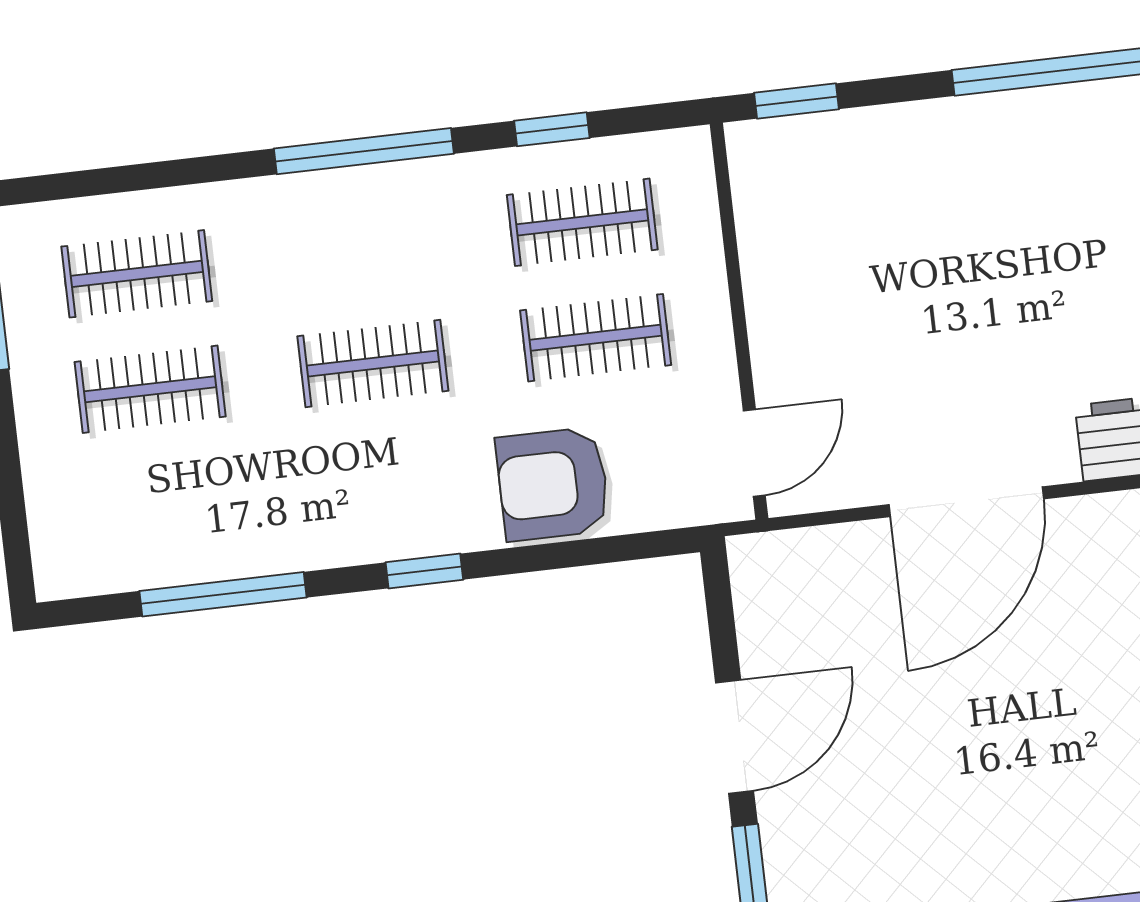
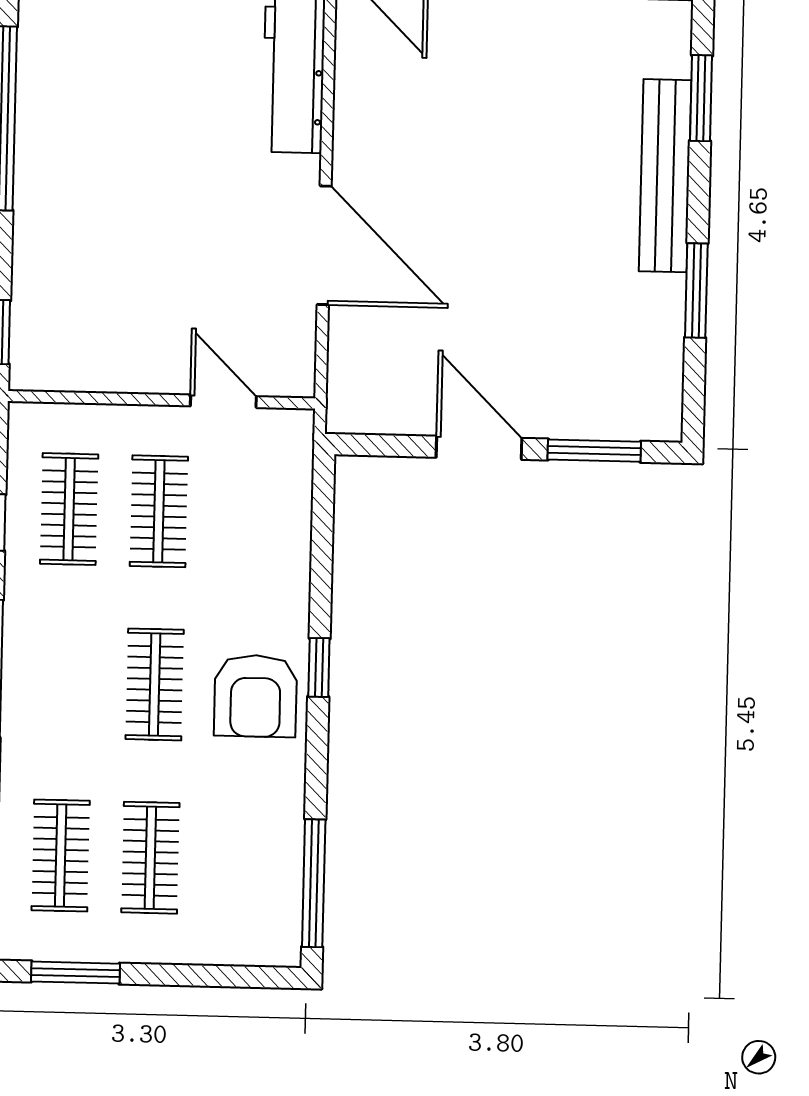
door: (754, 453) -> (223, 401), moved
armchair: (553, 484) -> (255, 696), moved
window: (223, 594) -> (314, 883), moved

